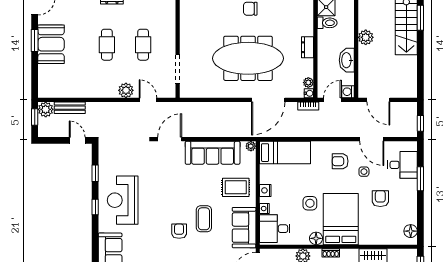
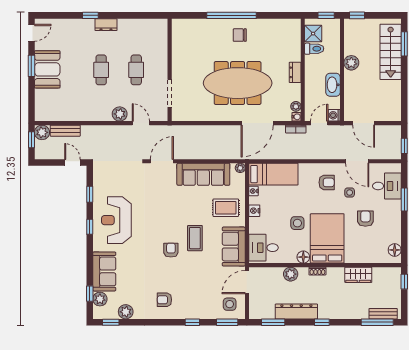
armchair: (340, 161) -> (327, 182), turned 180
nightstand: (264, 209) -> (253, 191), moved

